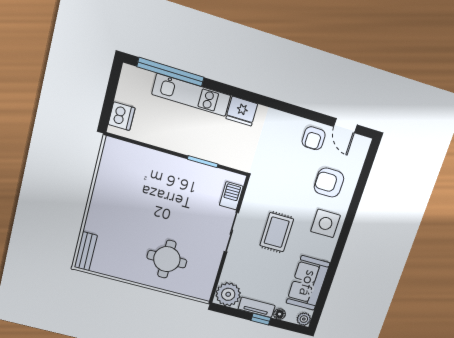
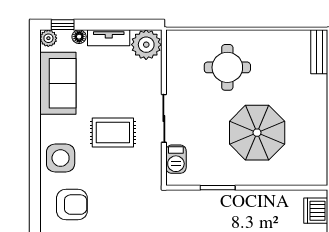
parasol: (156, 199) -> (257, 133), added
rug: (277, 232) -> (113, 133), turned 90
window: (261, 319) -> (63, 25), moved

